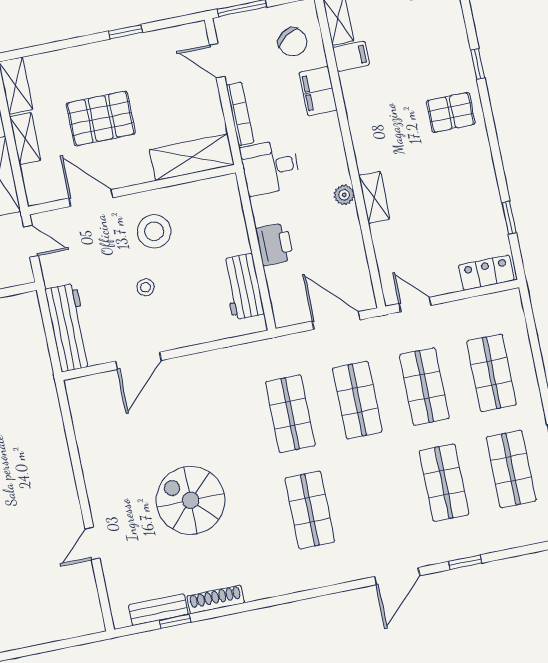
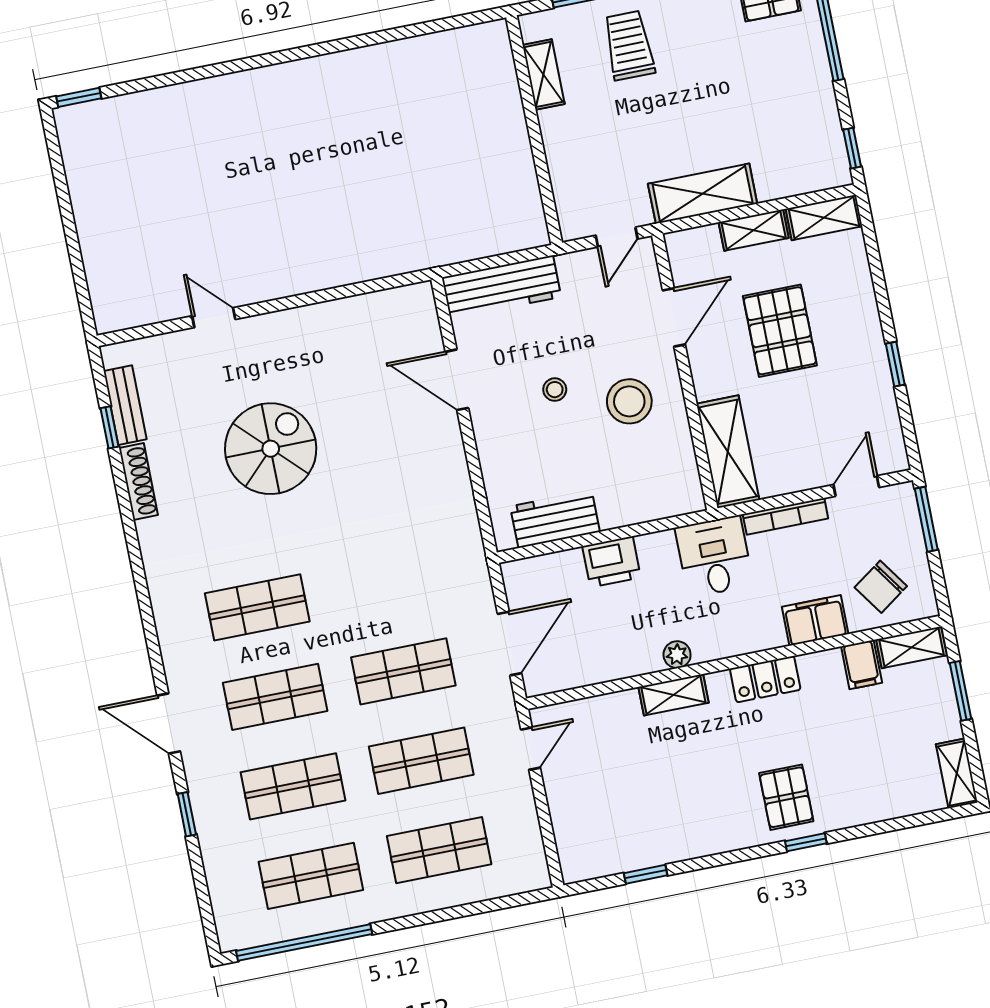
window: (478, 64) -> (806, 842), moved
locker: (486, 273) -> (765, 679), moved, turned 90
shop shelf: (290, 414) -> (275, 697), moved

